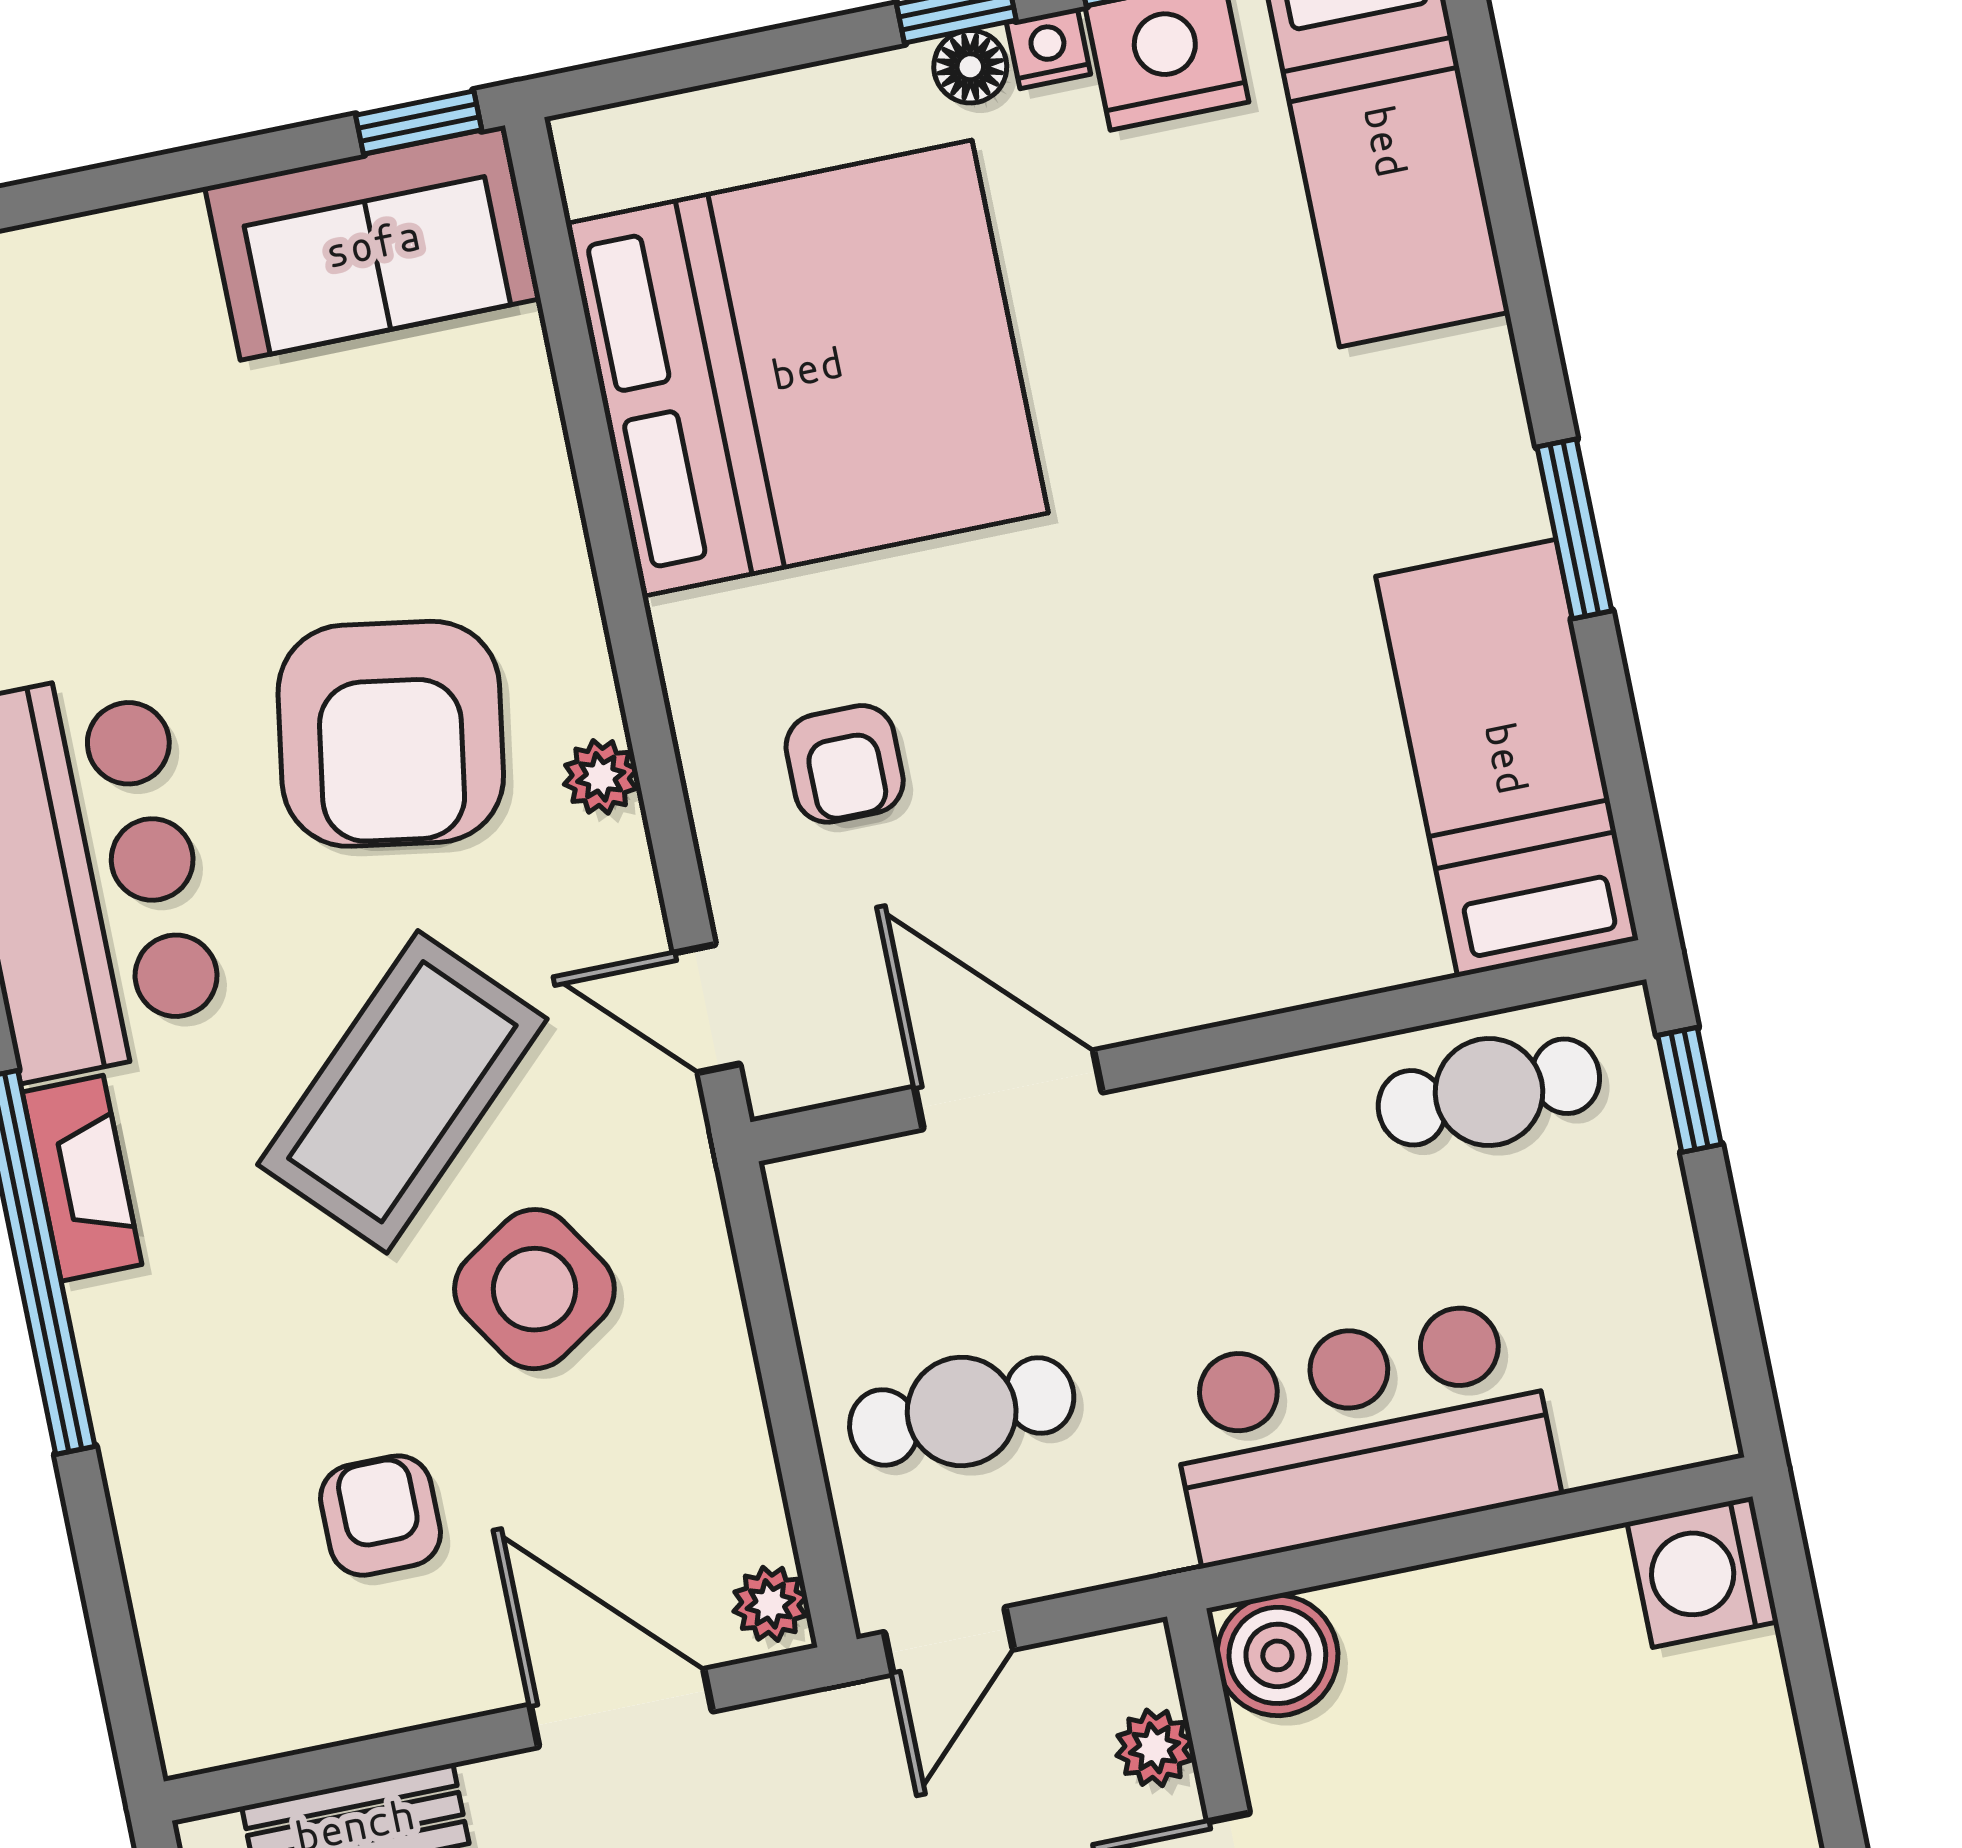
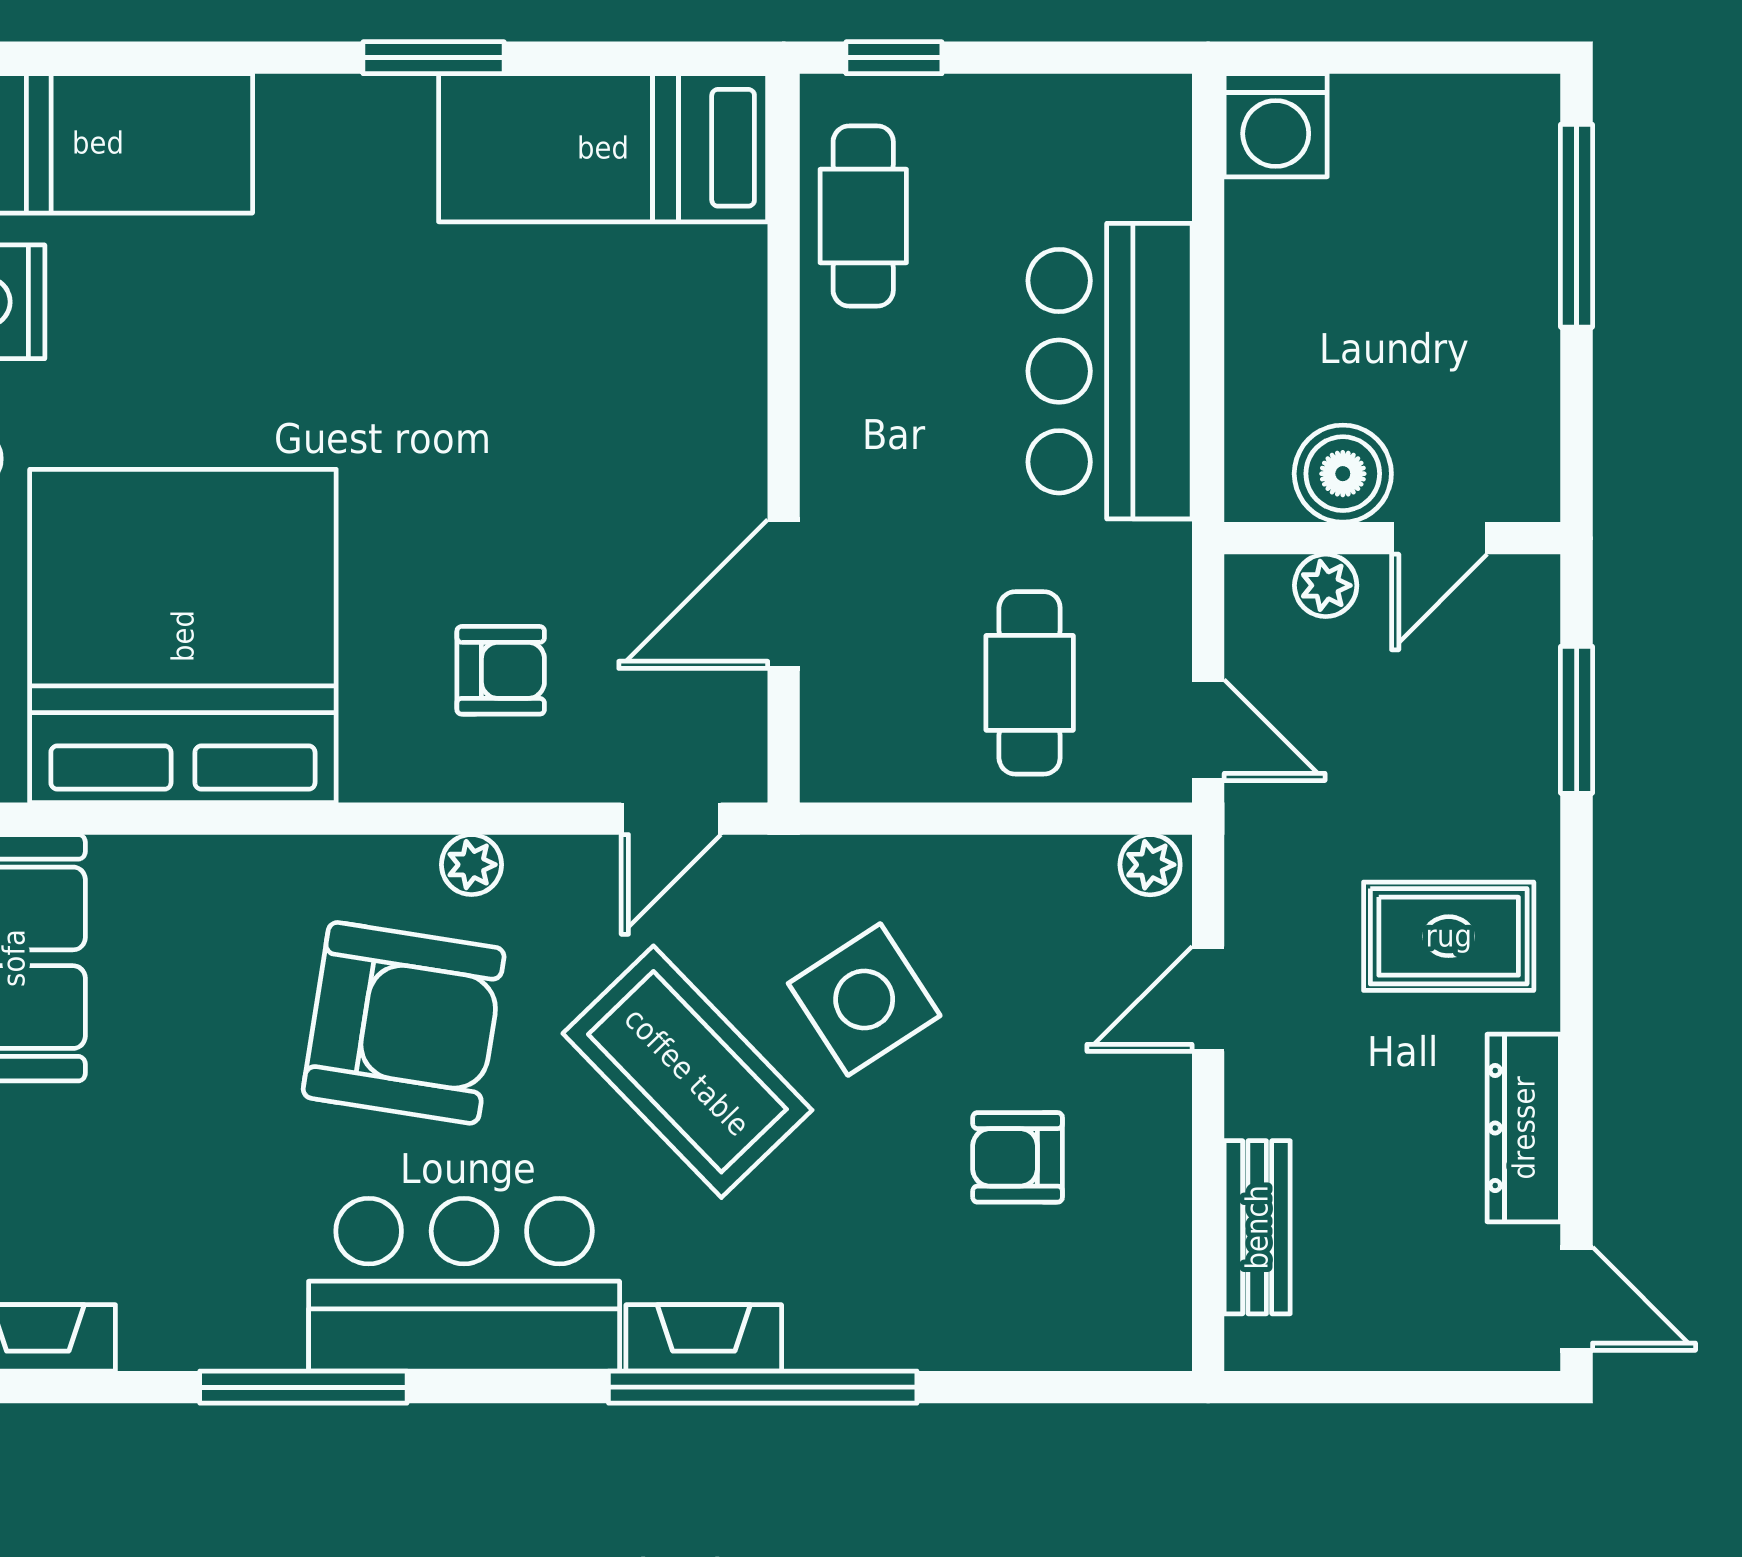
boiler: (1277, 1655) -> (1343, 474), moved
door: (621, 1708) -> (1208, 999), width x0.73

